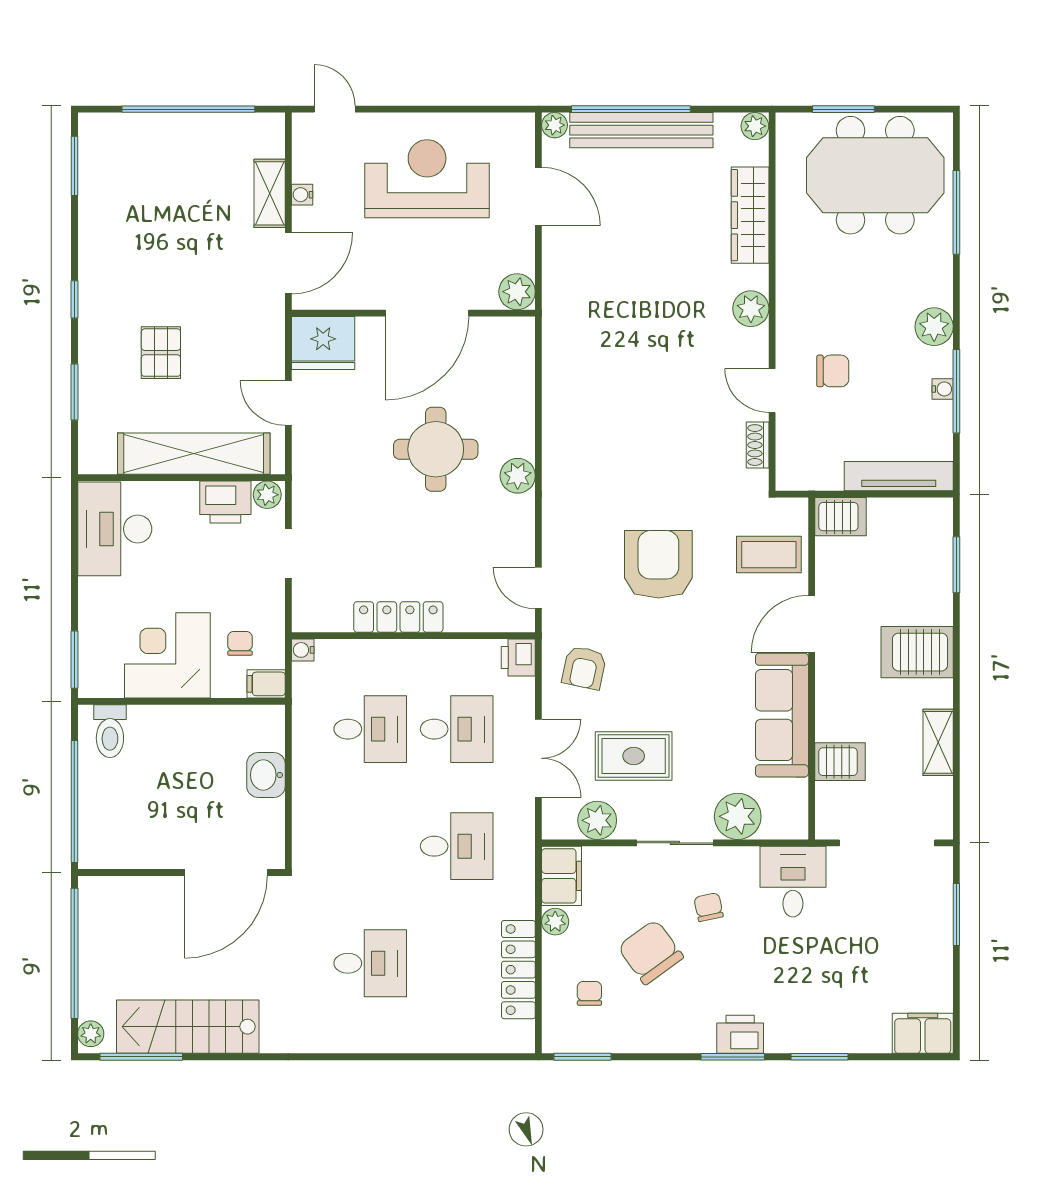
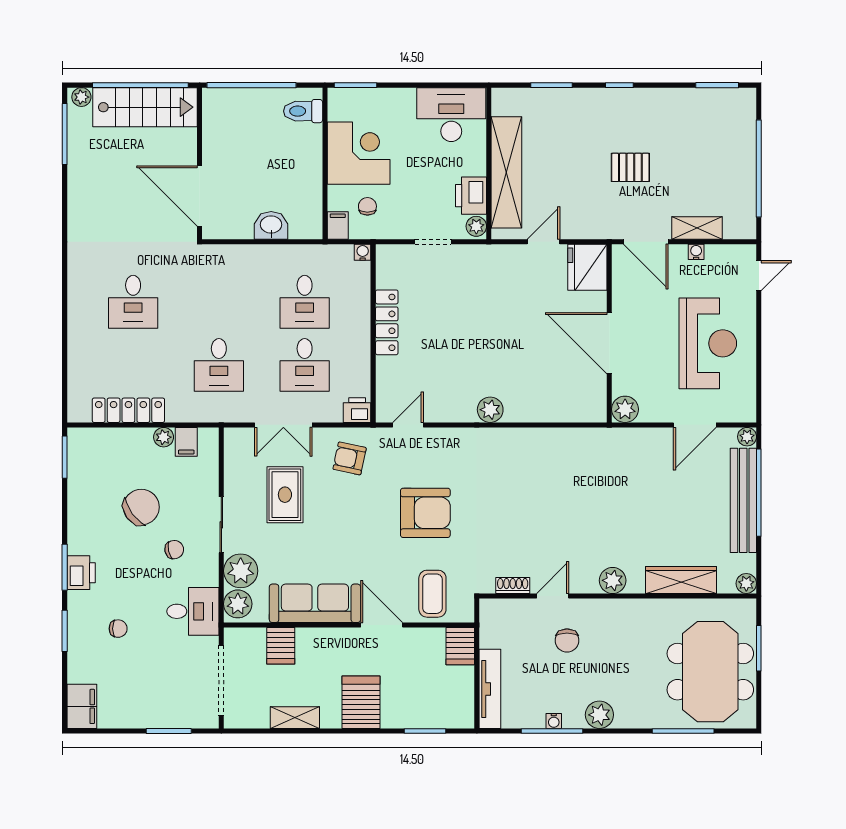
pallet: (161, 353) -> (630, 167), moved
round table: (436, 449) -> (510, 350), removed
chair: (240, 643) -> (367, 206), turned -90
plant: (597, 820) -> (238, 604), moved
filing cabinet: (562, 876) -> (186, 442), width x0.50
chair: (589, 993) -> (118, 629), moved
stairs: (188, 1027) -> (145, 107), moved, turned 90

